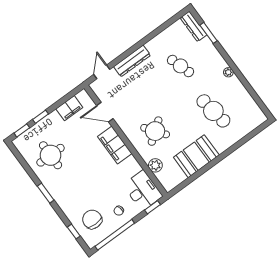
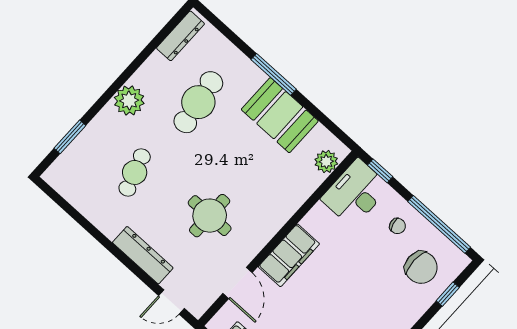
dresser: (194, 26) -> (180, 36), moved
plant: (228, 72) -> (129, 101), width x1.87, depth x1.87
round table: (155, 131) -> (210, 216), moved, turned 37
window: (220, 157) -> (274, 74), added
plant: (155, 165) -> (326, 162), moved
chair: (92, 219) -> (421, 267), turned -90

